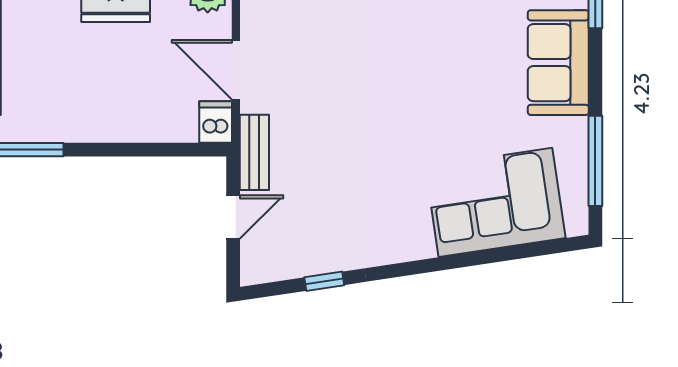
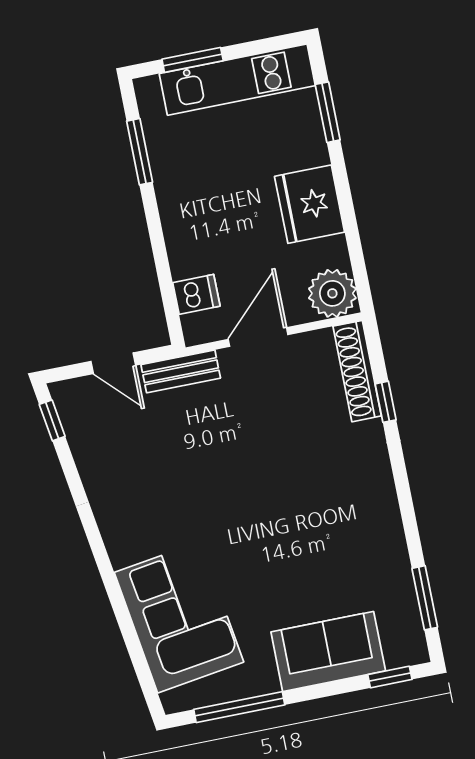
dishwasher: (216, 122) -> (196, 294), moved
window: (324, 281) -> (52, 420), moved

